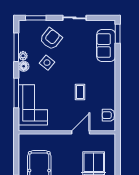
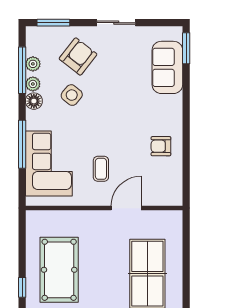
plant: (23, 43) -> (33, 64), added
coffee table: (80, 92) -> (101, 169), moved
armchair: (108, 115) -> (161, 146), moved

